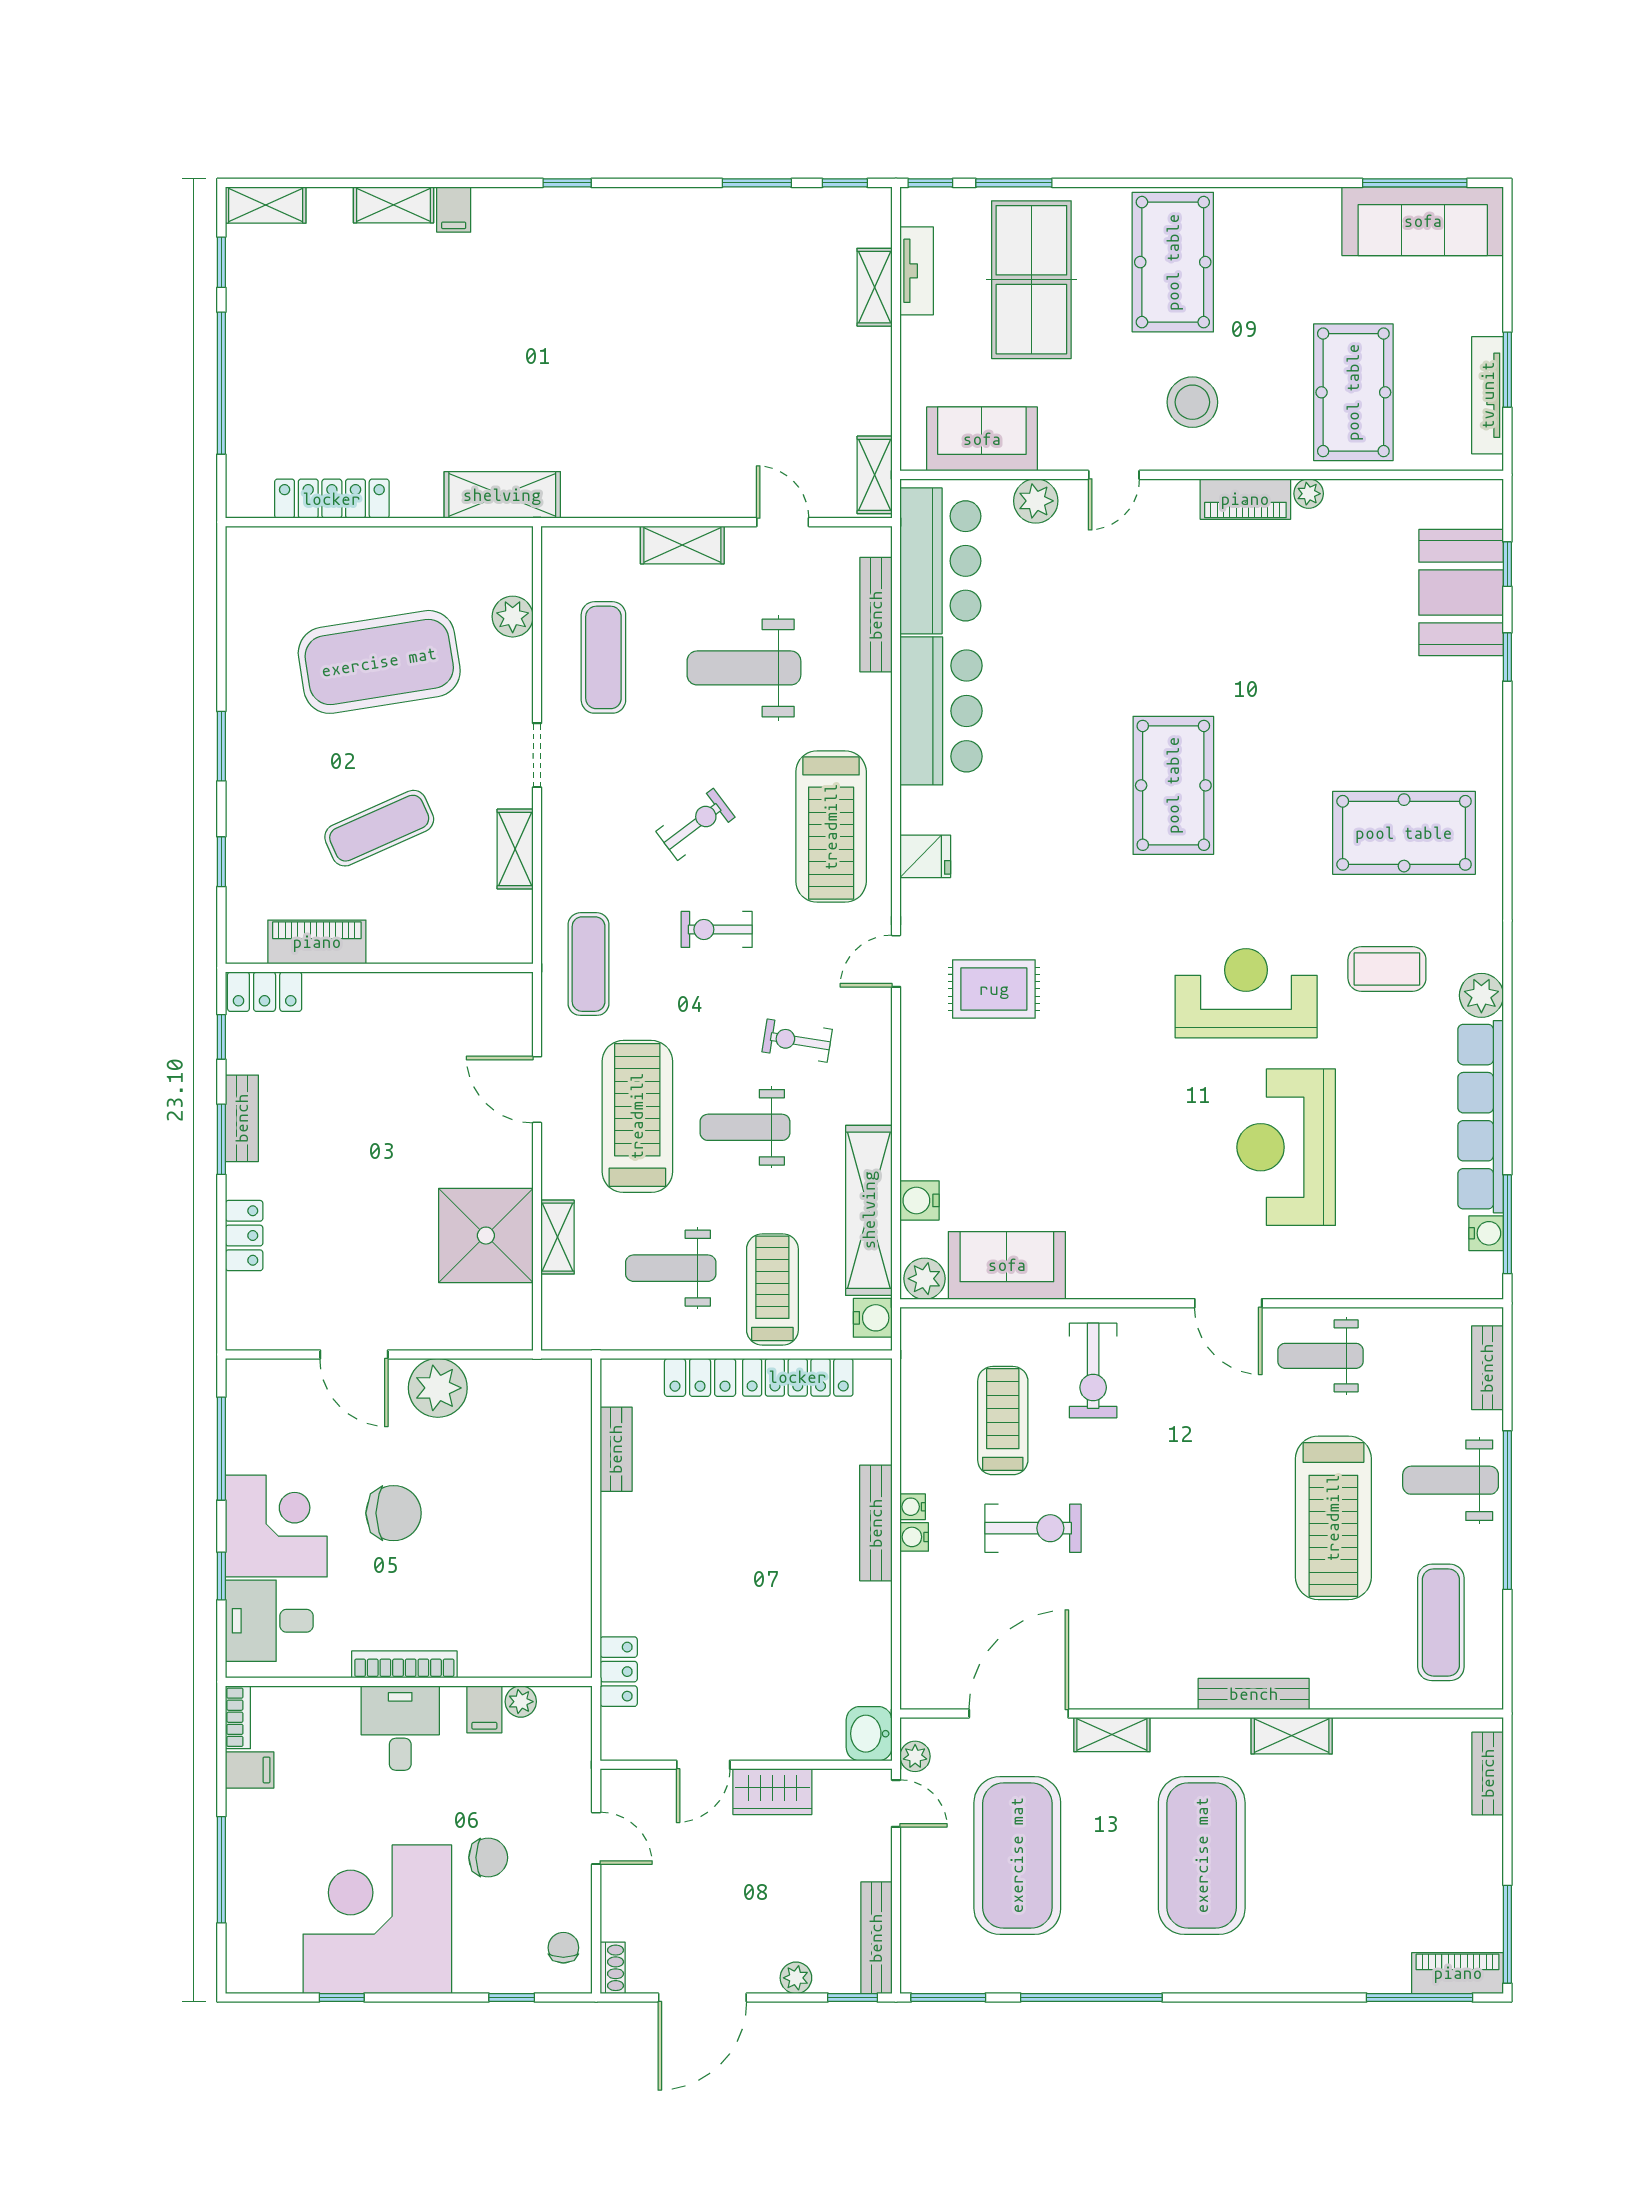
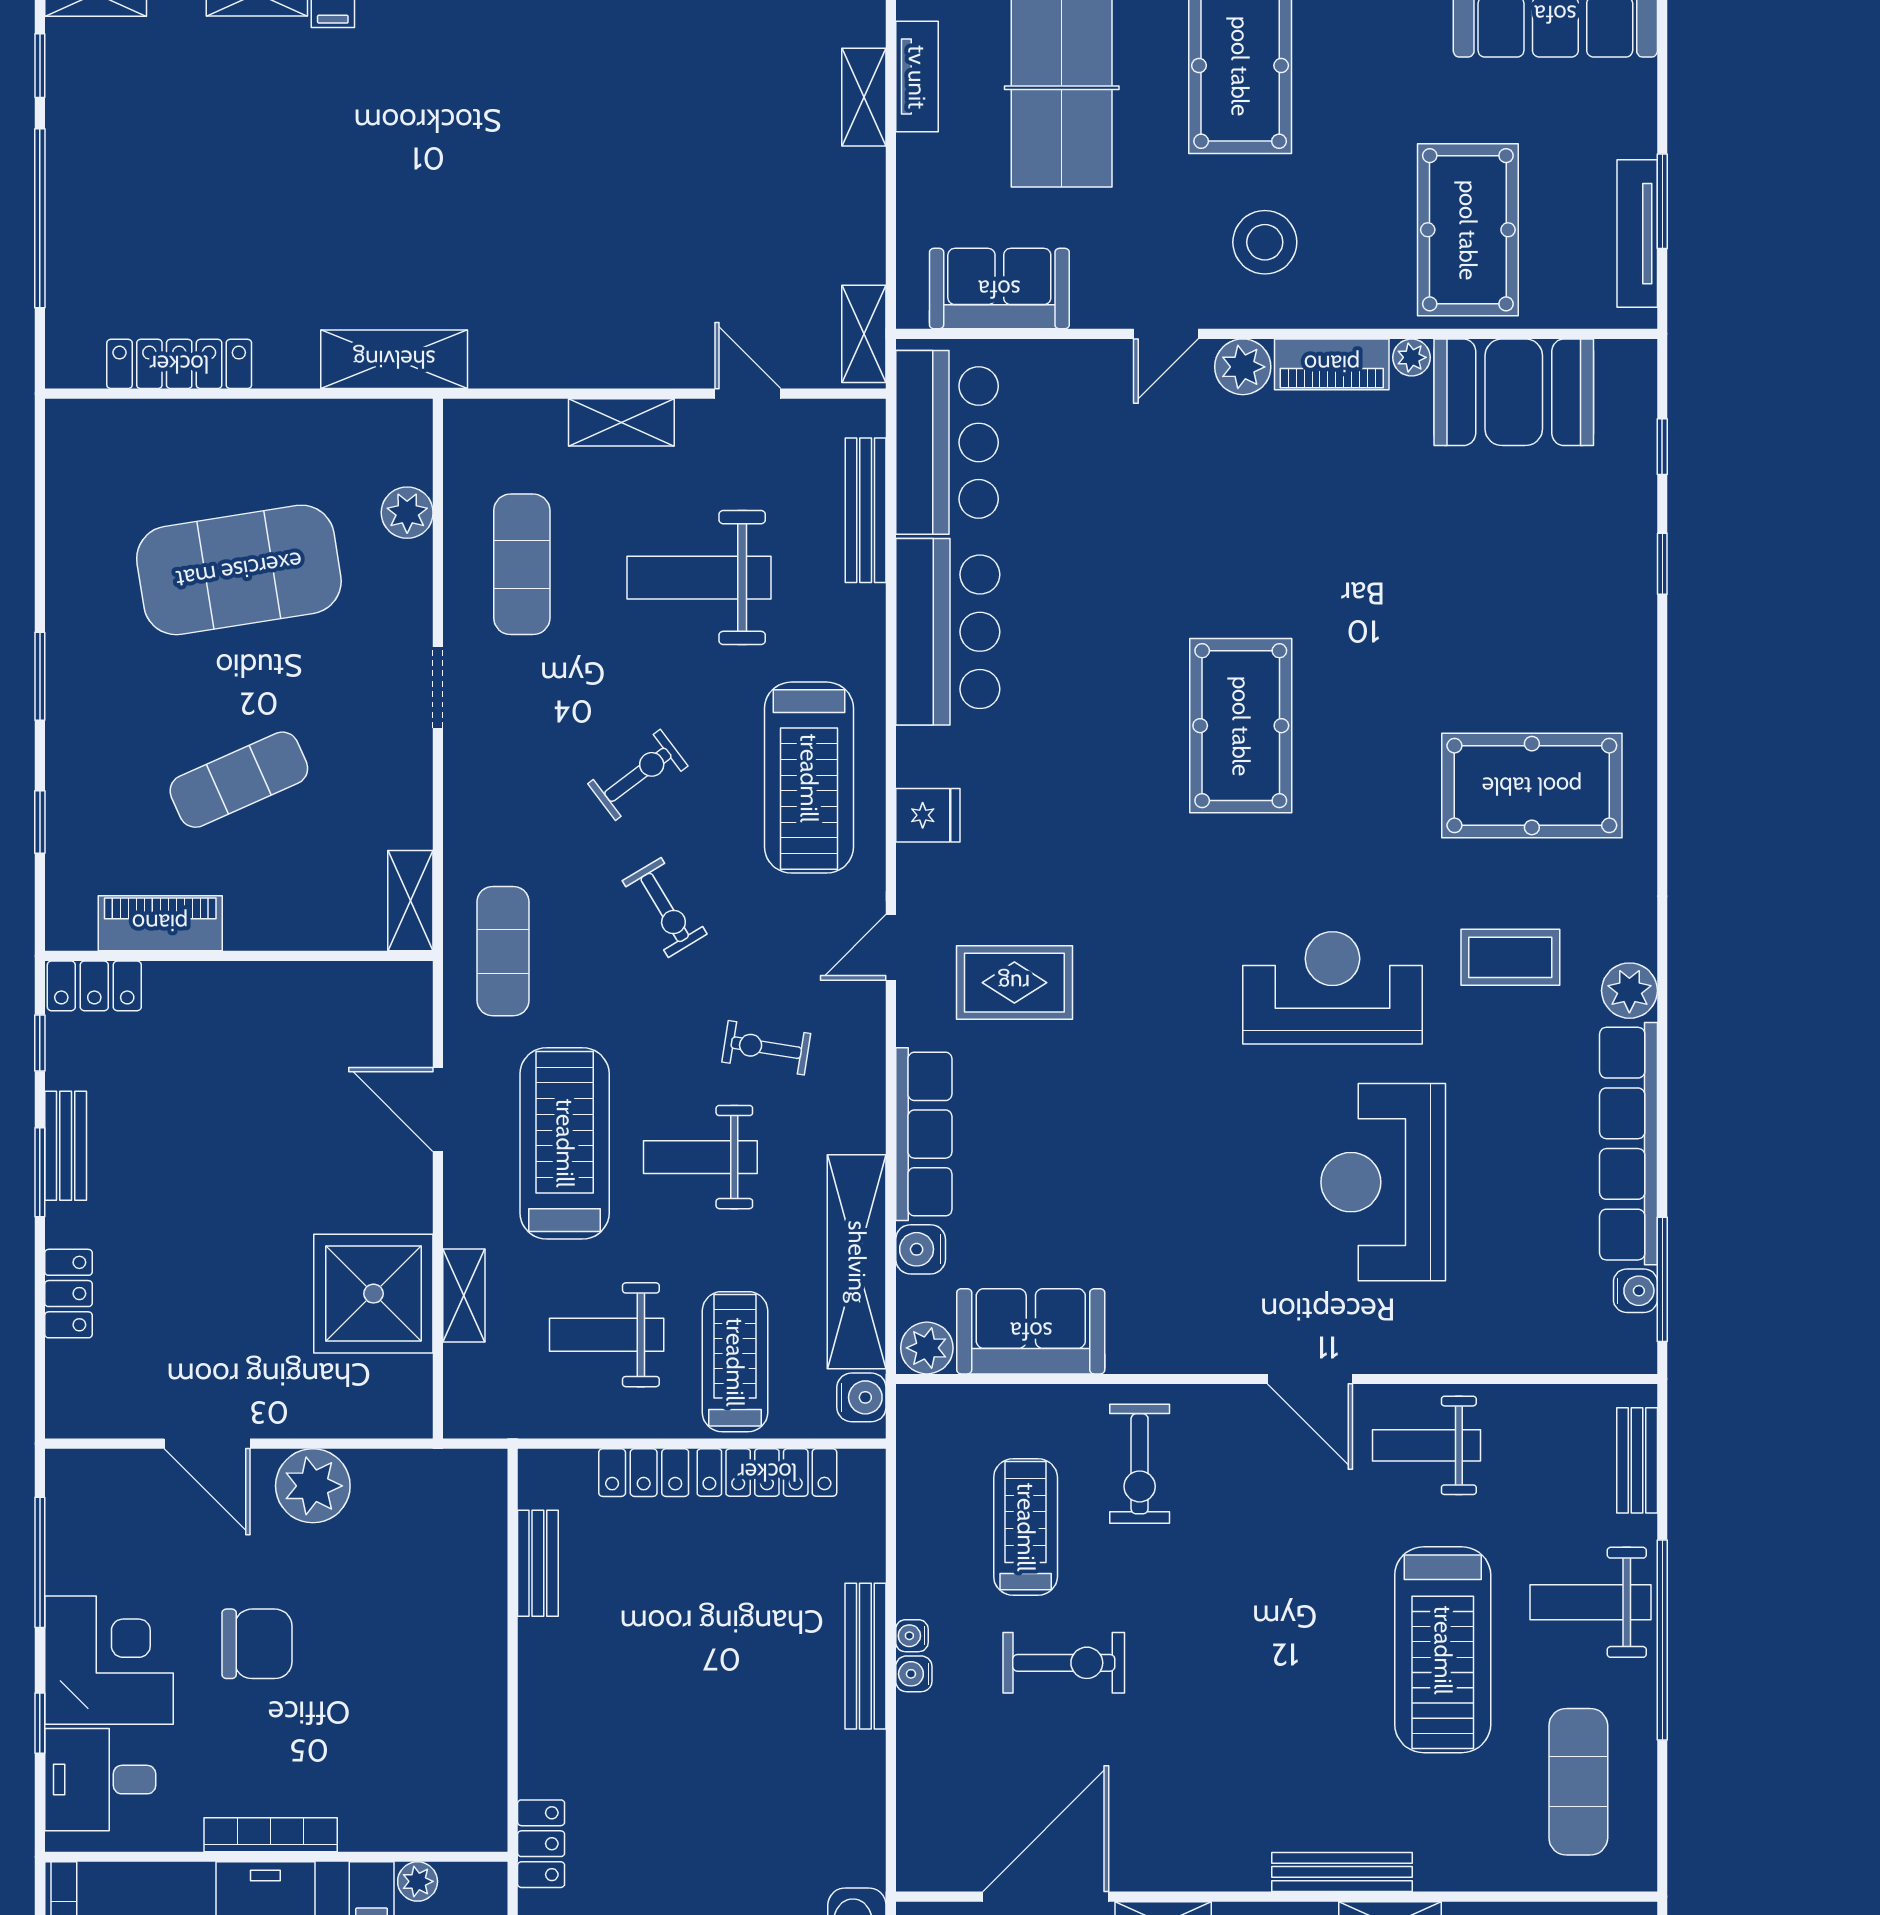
plant: (1036, 501) -> (1243, 367), moved
booth: (1461, 593) -> (1514, 392), moved, turned 90
shelving: (515, 849) -> (410, 901), moved
exercise bike: (717, 929) -> (665, 907), turned -121
row of seats: (922, 1109) -> (924, 1134), added

